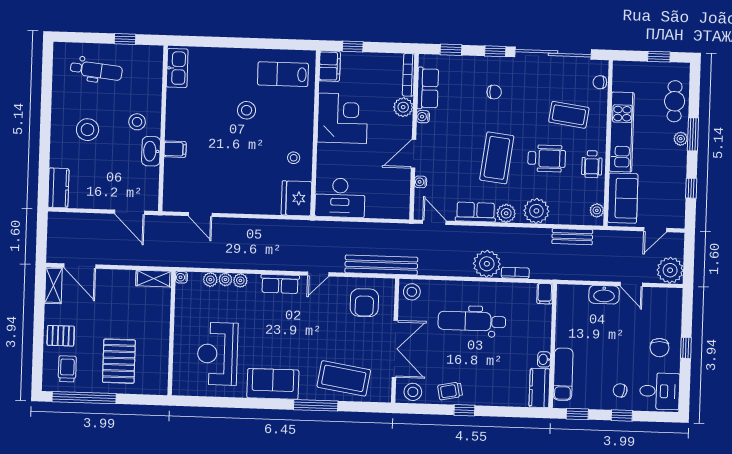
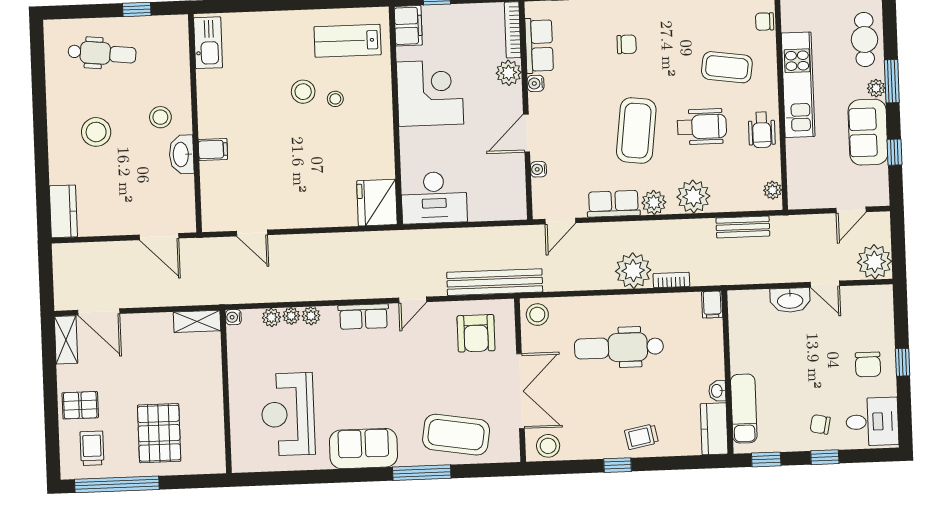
stool: (294, 158) -> (335, 99), moved
sofa: (623, 198) -> (868, 132), moved, turned 180
door: (434, 222) -> (560, 221), swing flipped
trolley: (450, 391) -> (641, 437), moved

